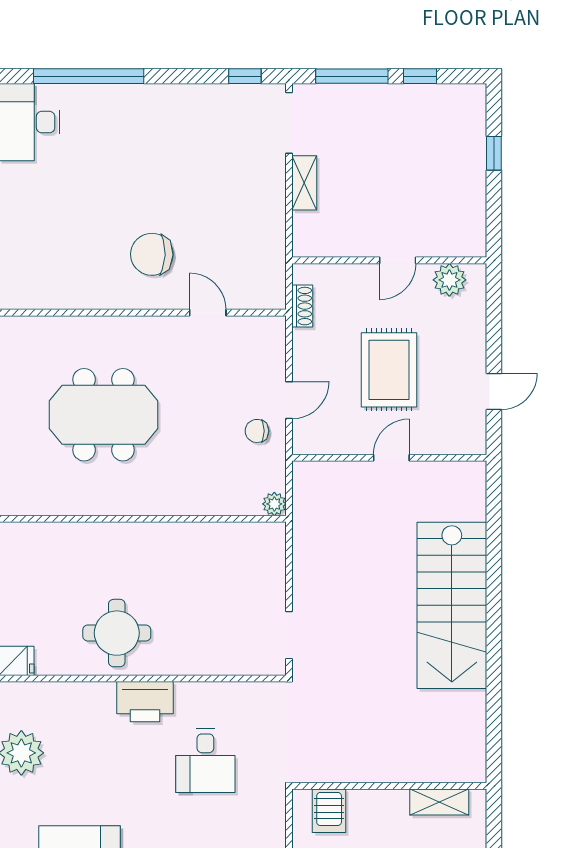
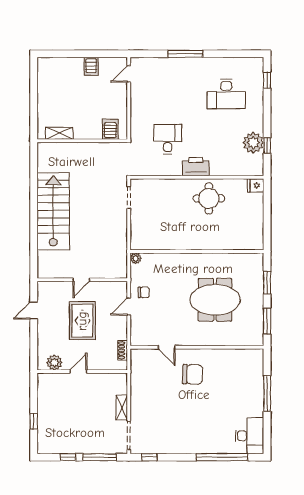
wall: (389, 786) -> (82, 141), moved
shelving: (439, 802) -> (59, 133), moved
server rack: (329, 811) -> (110, 129), moved

